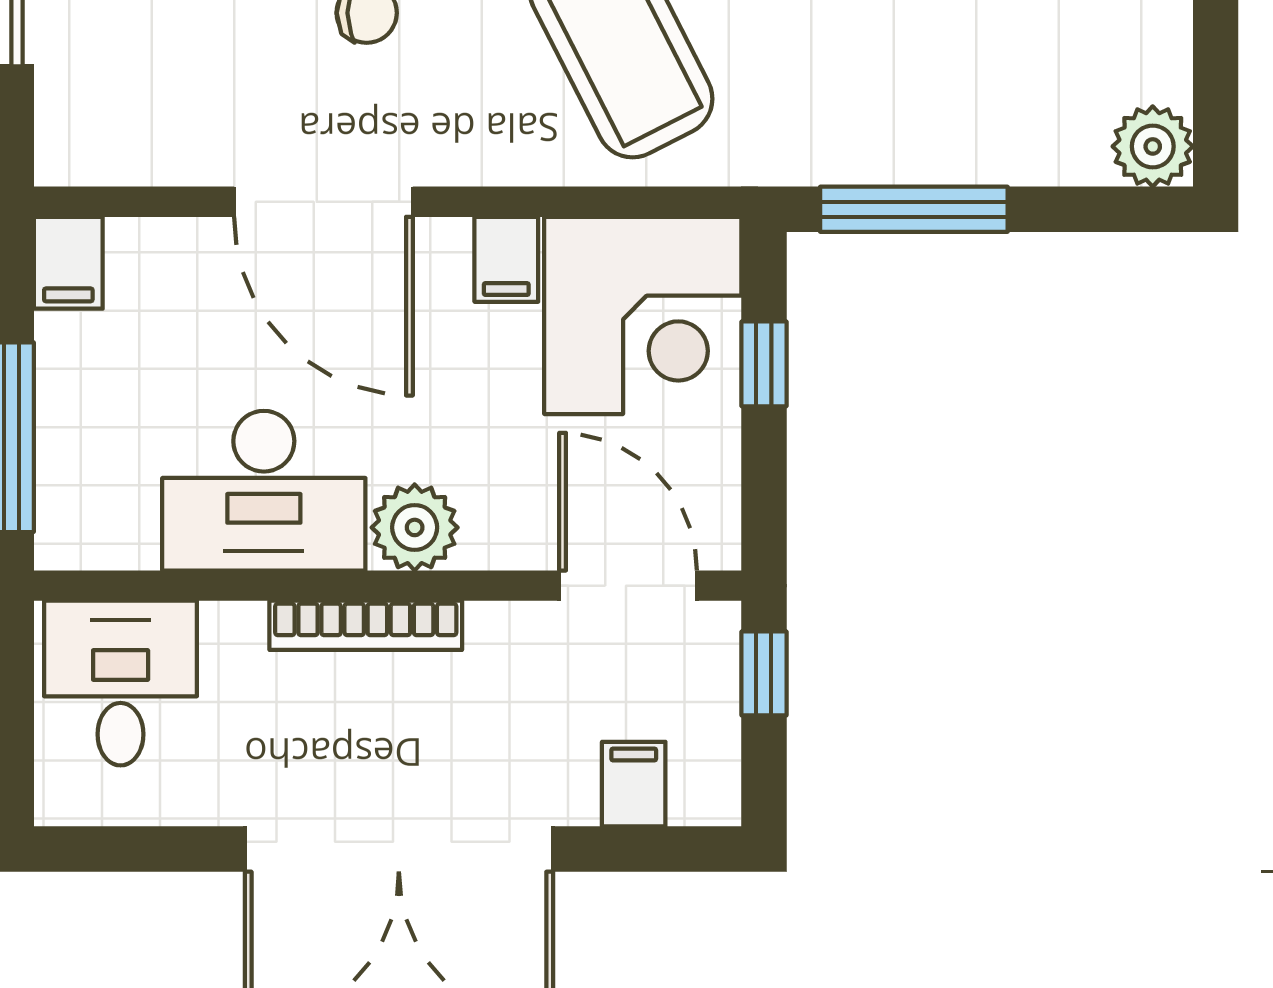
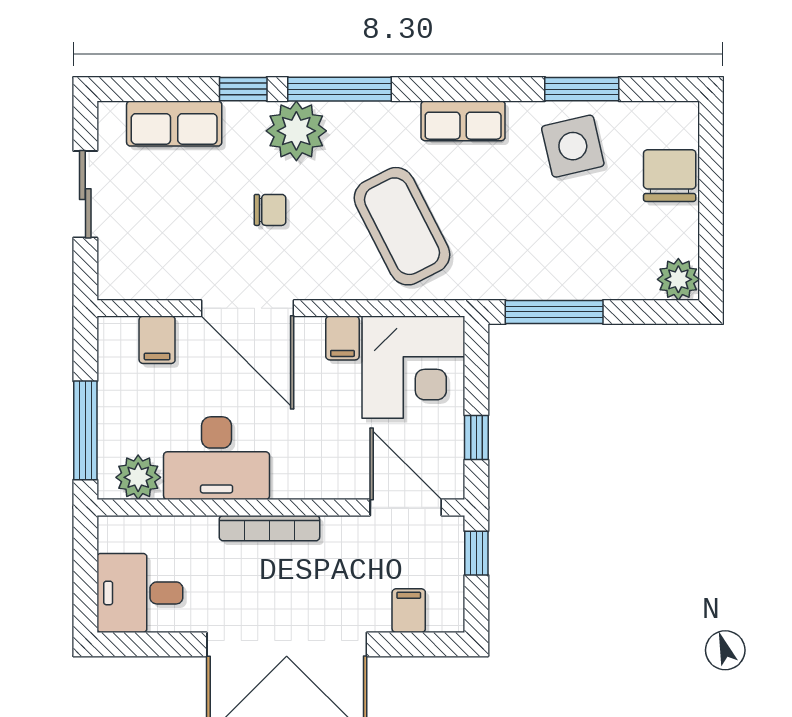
filing cabinet: (68, 263) -> (157, 340), moved
window: (764, 364) -> (476, 438), moved
plant: (415, 527) -> (138, 477), moved
desk: (121, 683) -> (140, 593), moved, turned -90

